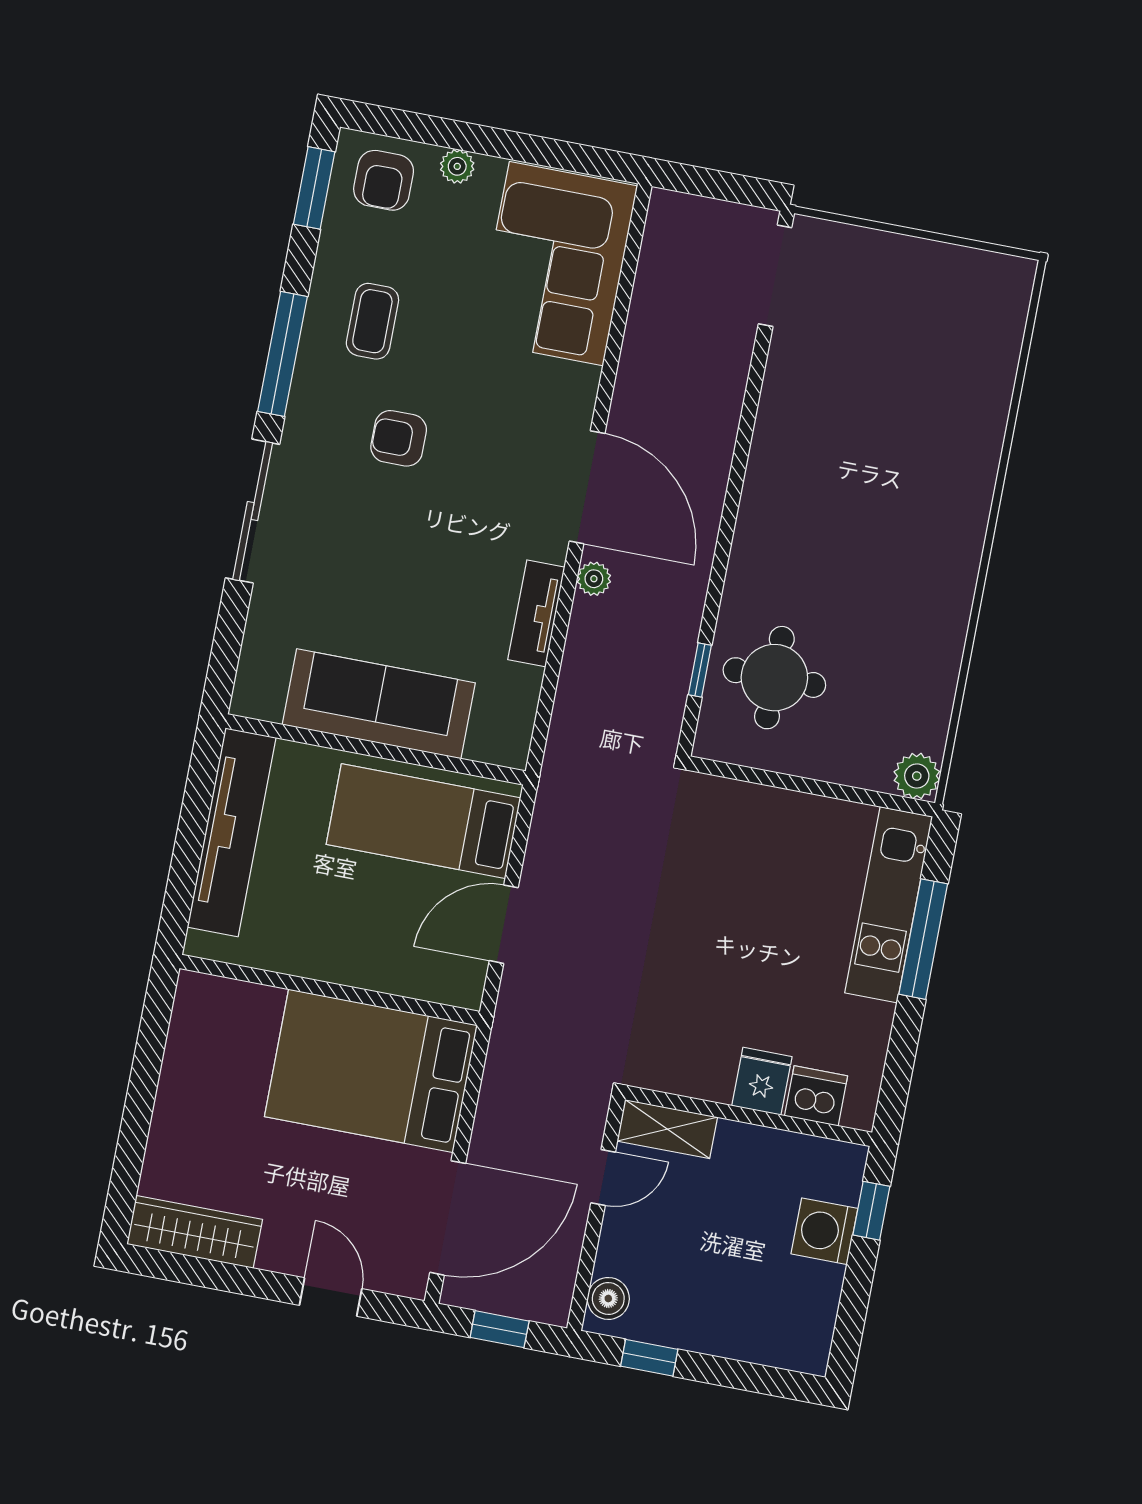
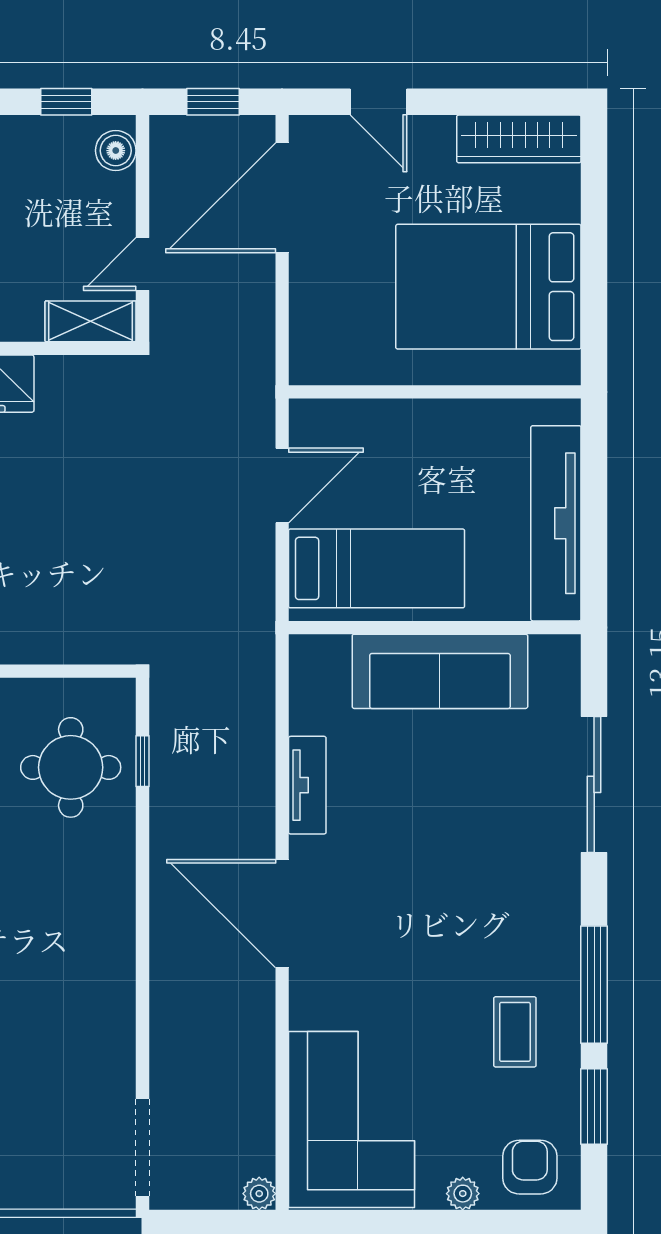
window: (314, 188) -> (594, 1107), moved
armchair: (399, 438) -> (469, 926), removed
sliding door: (253, 511) -> (594, 784), moved
plant: (594, 579) -> (259, 1194), moved
bed: (371, 1071) -> (488, 287), moved, turned 180

